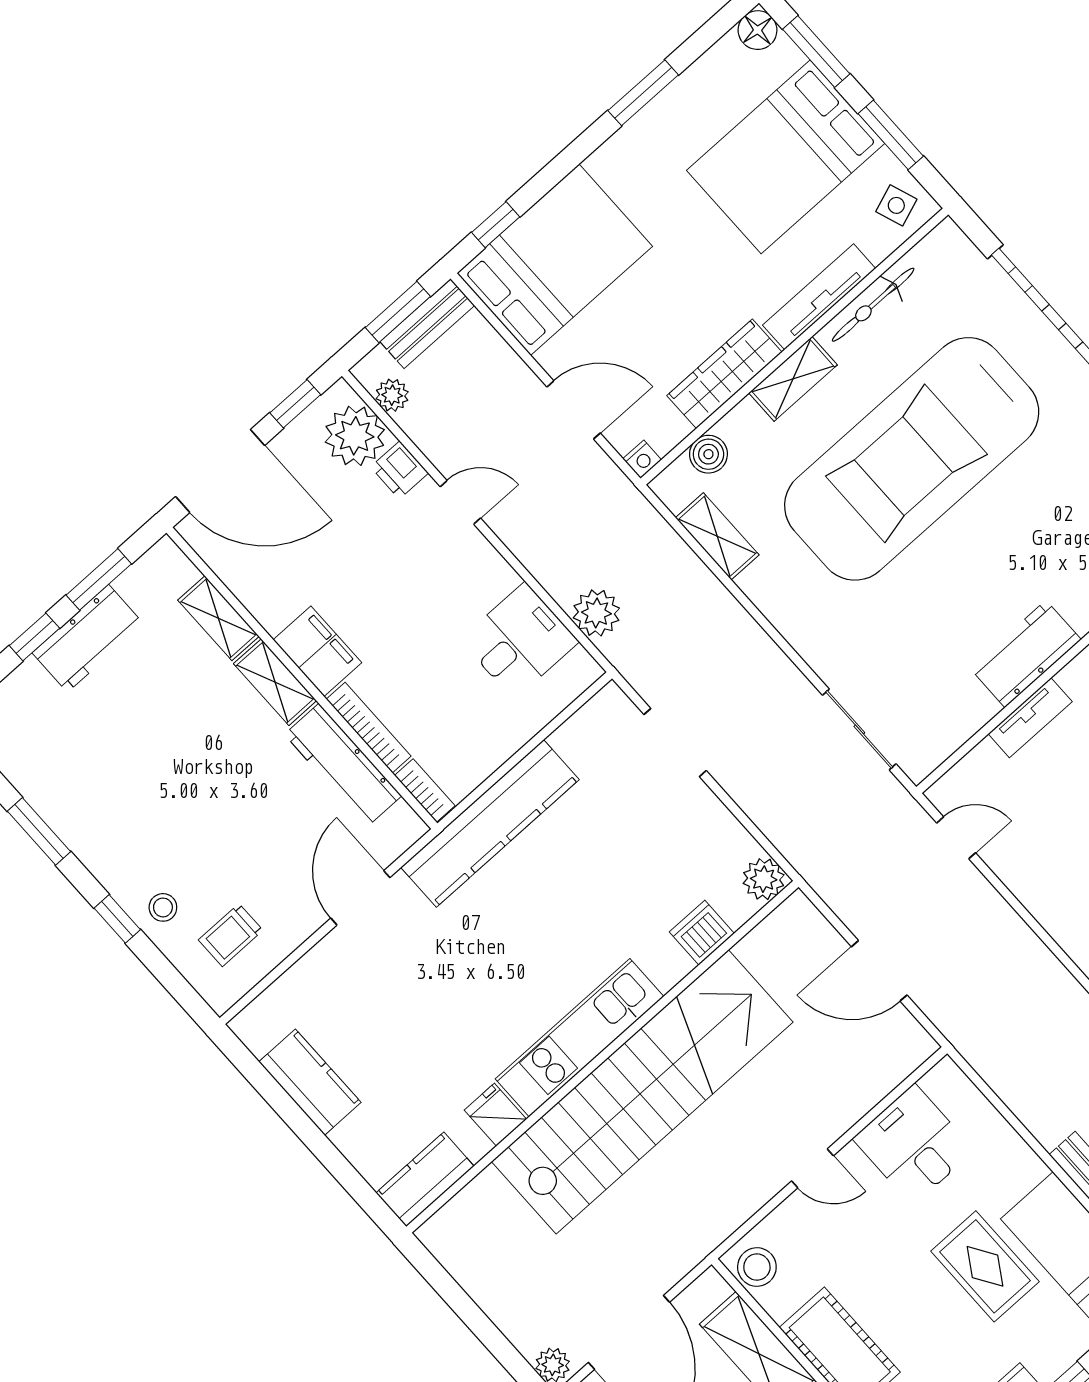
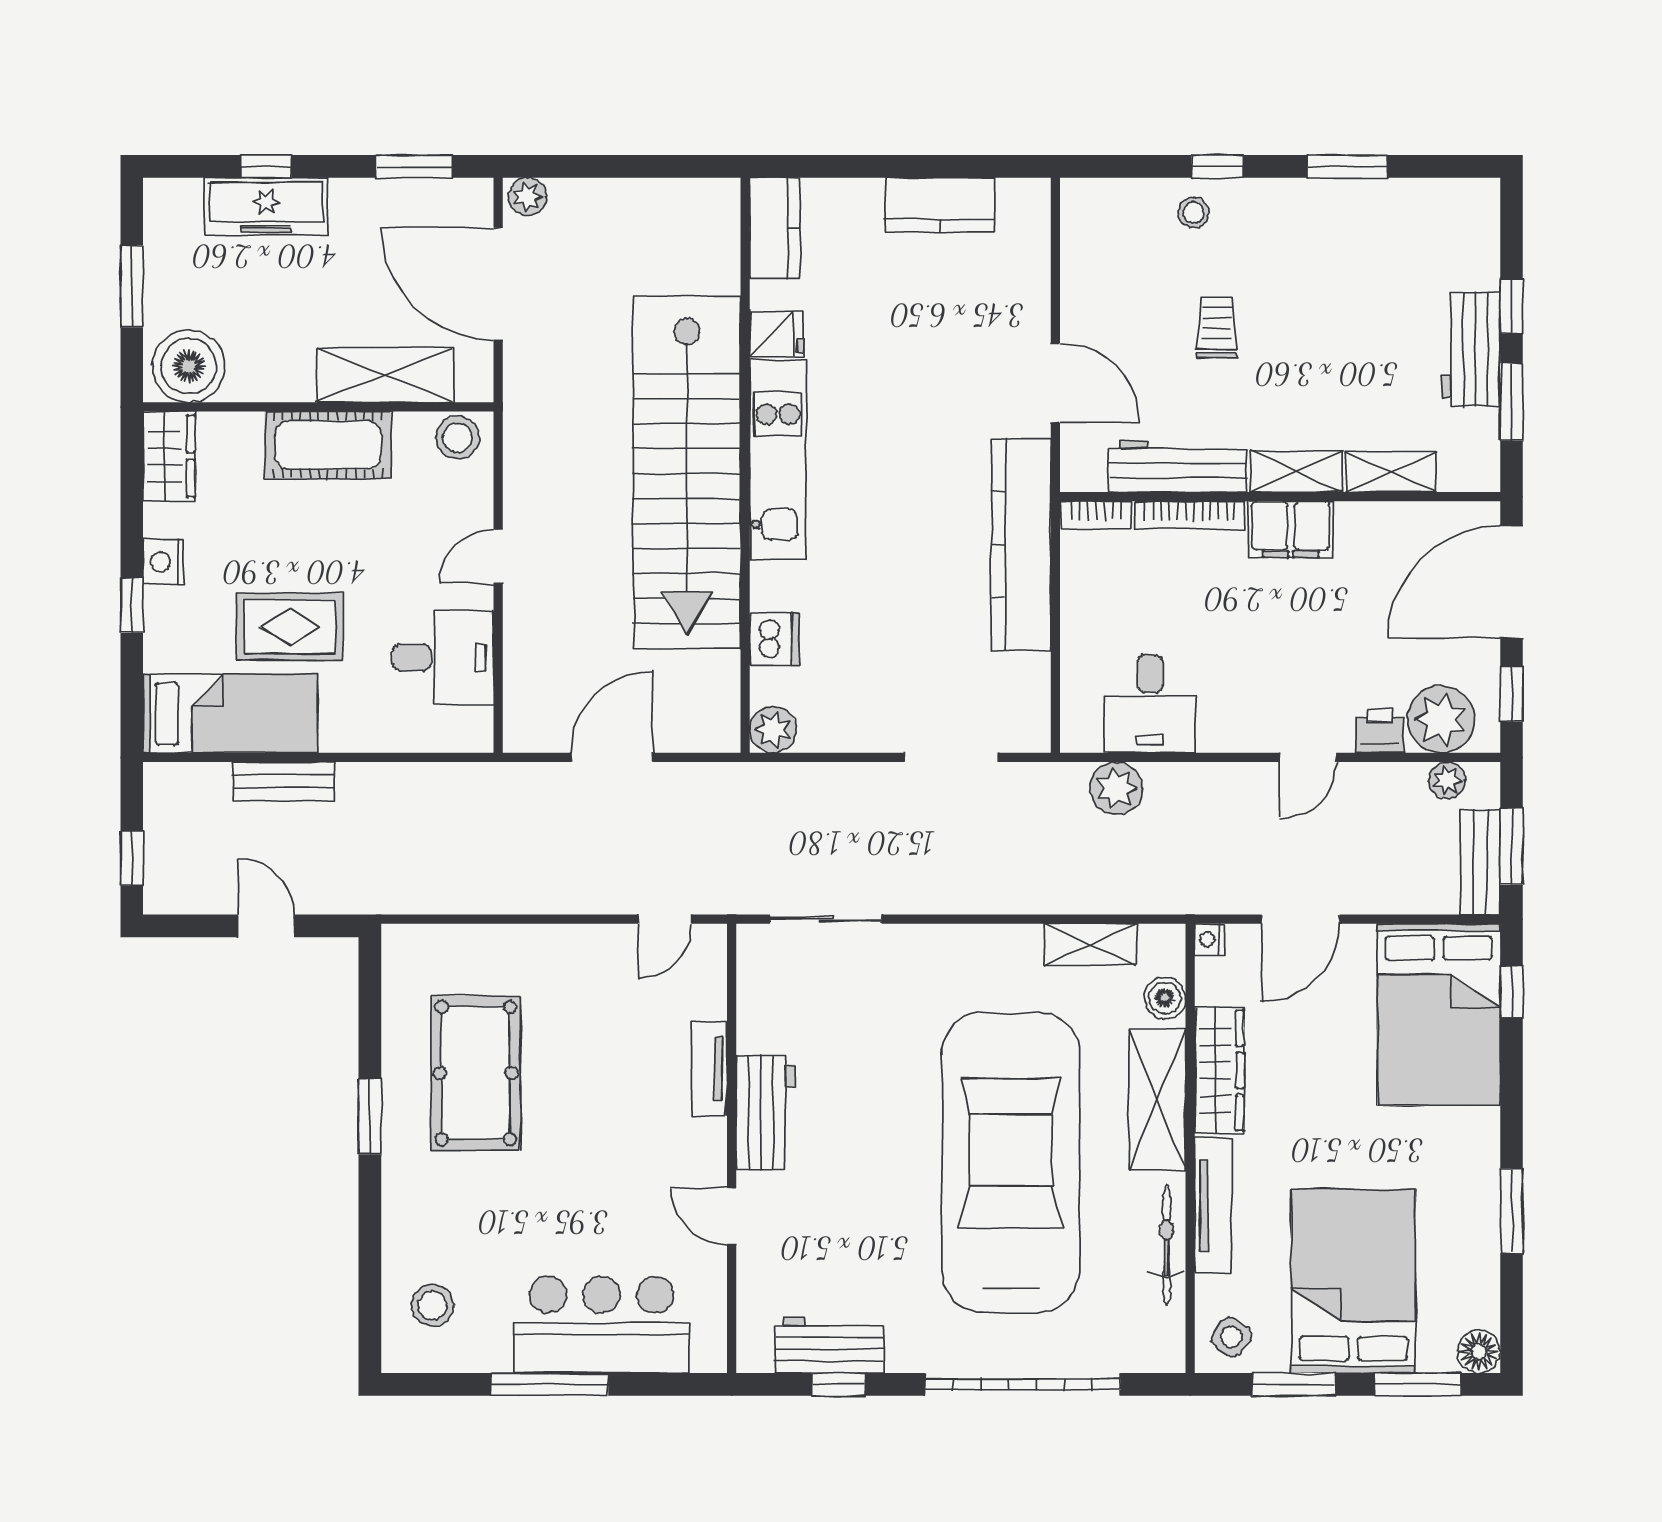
side table: (896, 205) -> (1231, 1337), turned -37
shelving: (793, 379) -> (1157, 1100), width x1.50, depth x1.33
trolley: (231, 935) -> (1217, 327), moved

